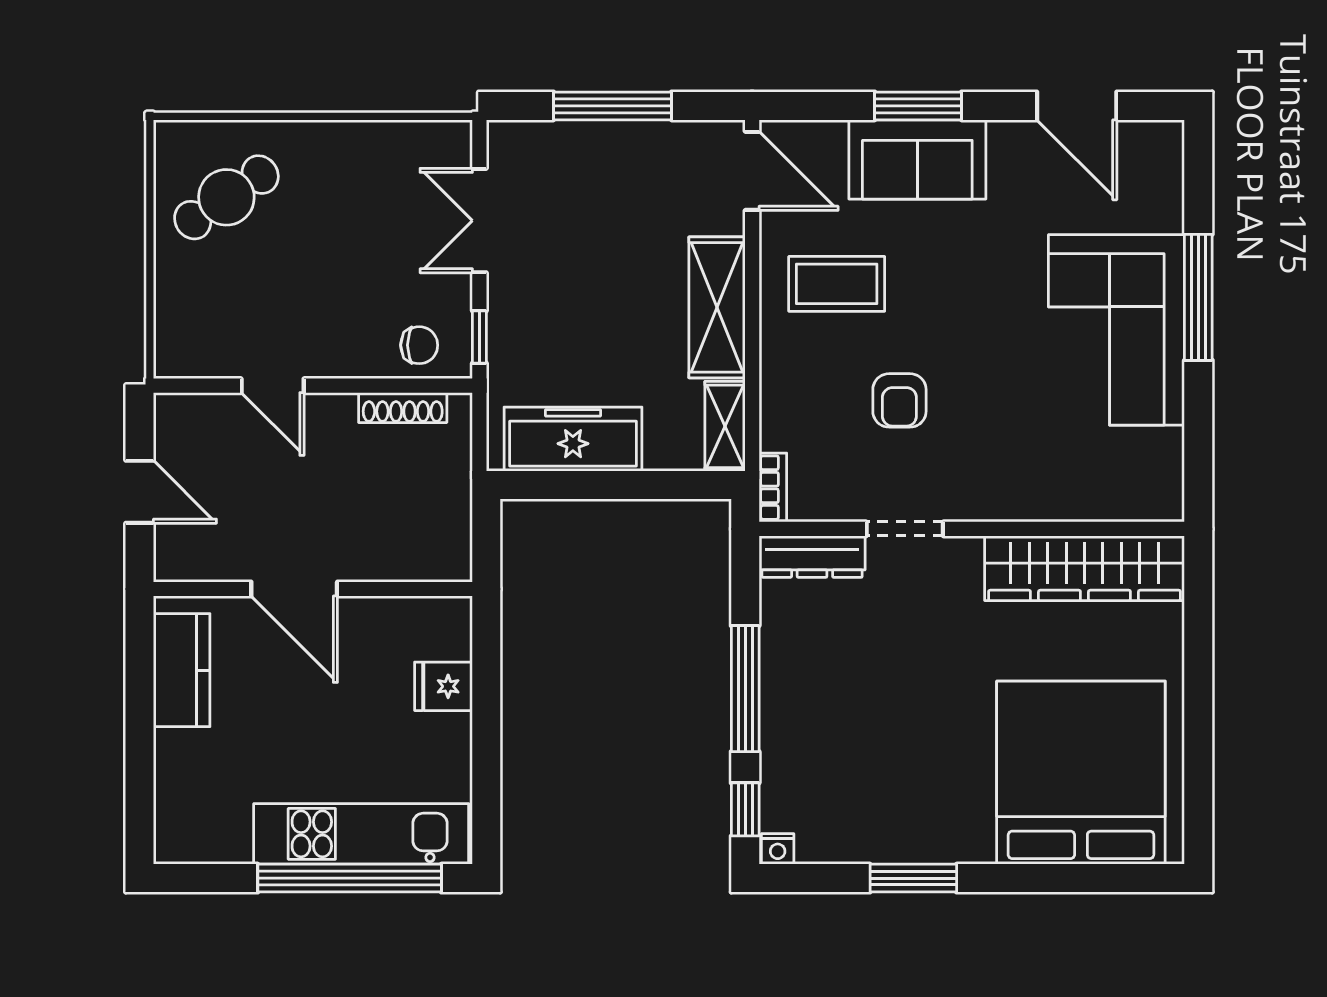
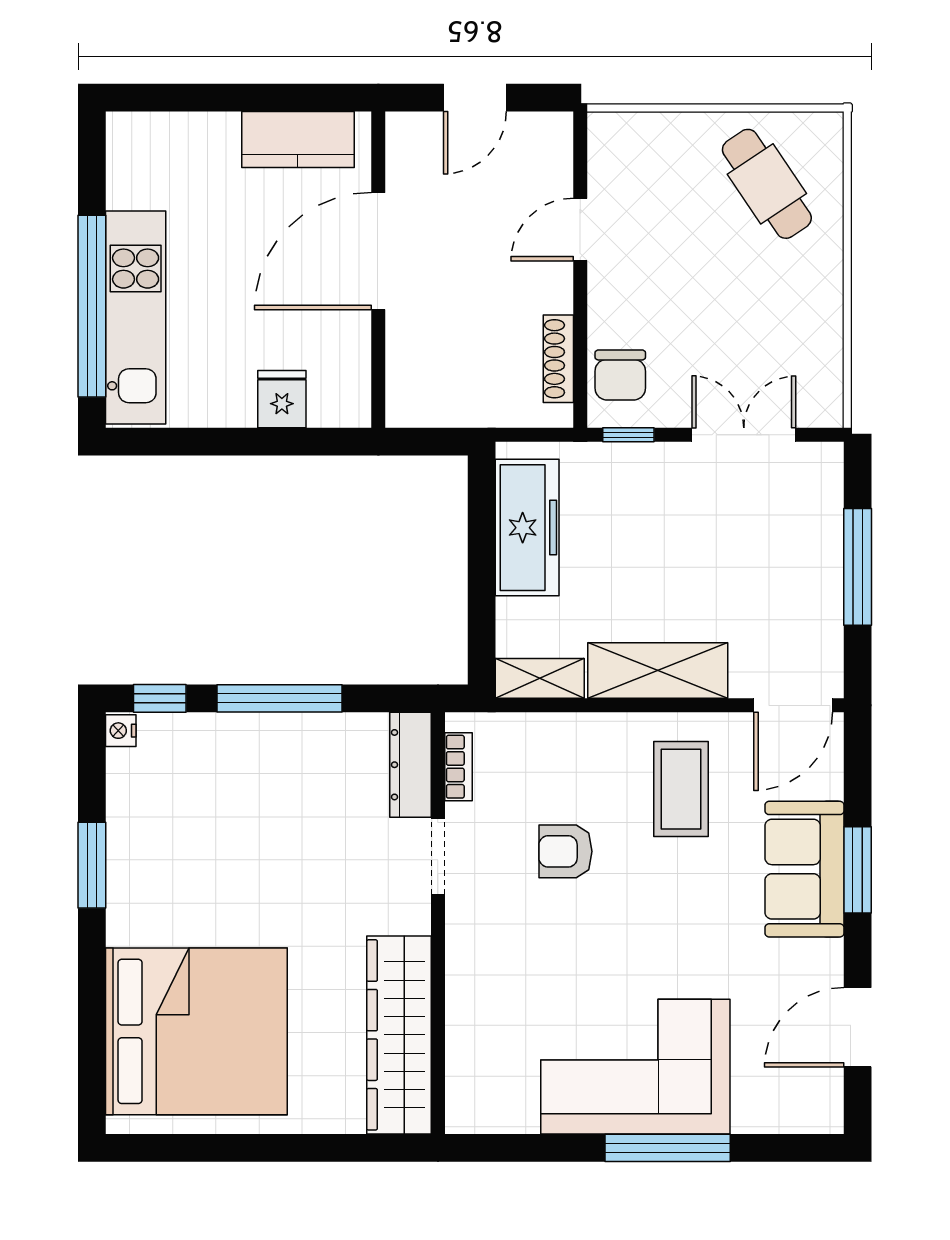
chair: (419, 345) -> (620, 375), width x1.37, depth x1.37
bookcase: (773, 488) -> (459, 767), moved, turned -90
door: (294, 589) -> (378, 251), width x1.36

